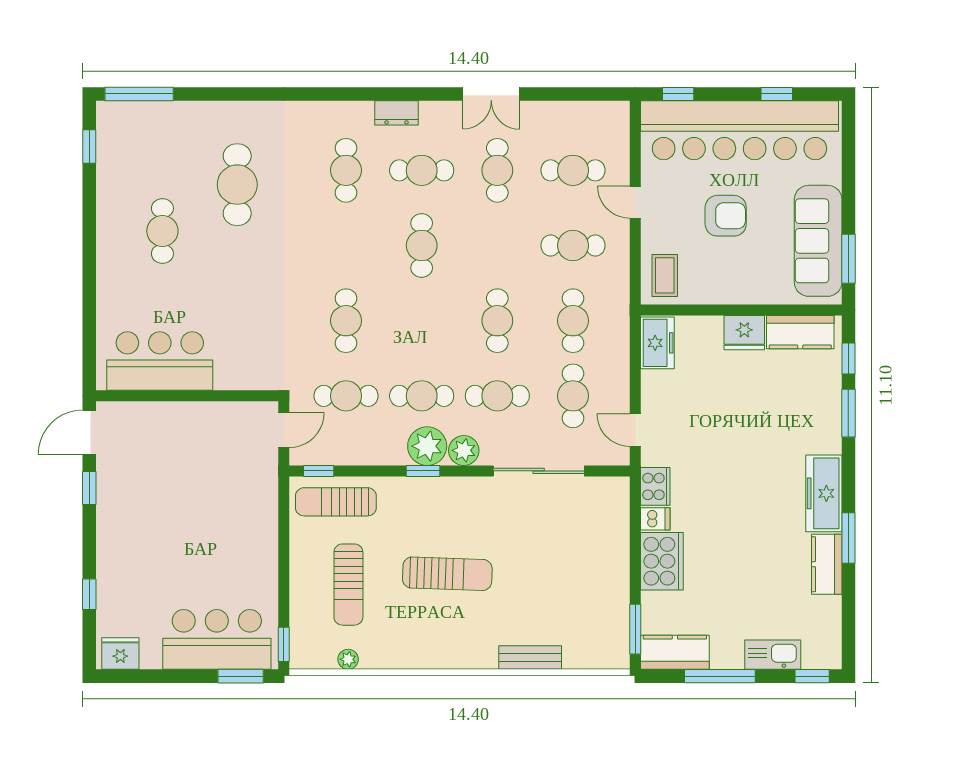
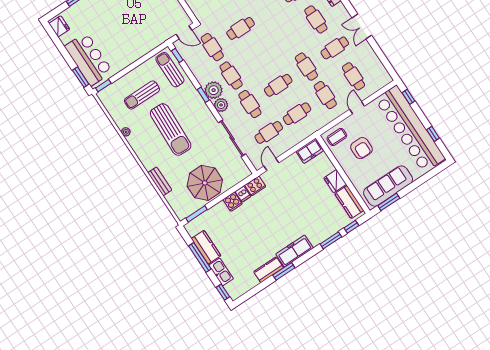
armchair: (726, 216) -> (361, 148), moved
cafe table: (422, 246) -> (306, 67), moved, turned 90
cooker: (662, 561) -> (233, 202), width x0.53, depth x0.76
sun lounger: (447, 574) -> (171, 129), width x1.36, depth x1.34
parasol: (588, 576) -> (205, 183), added
kitchen counter: (675, 652) -> (206, 247), moved
plant: (348, 659) -> (126, 132), moved

